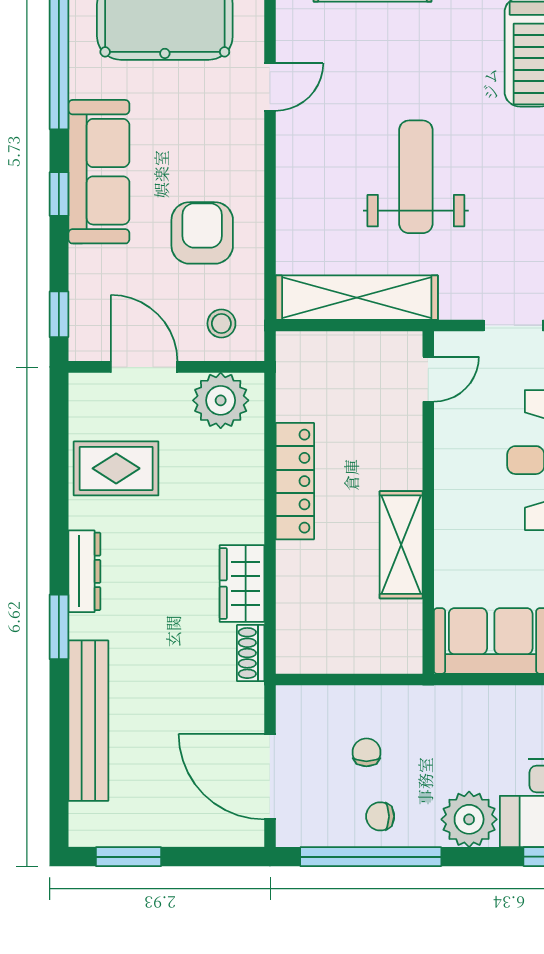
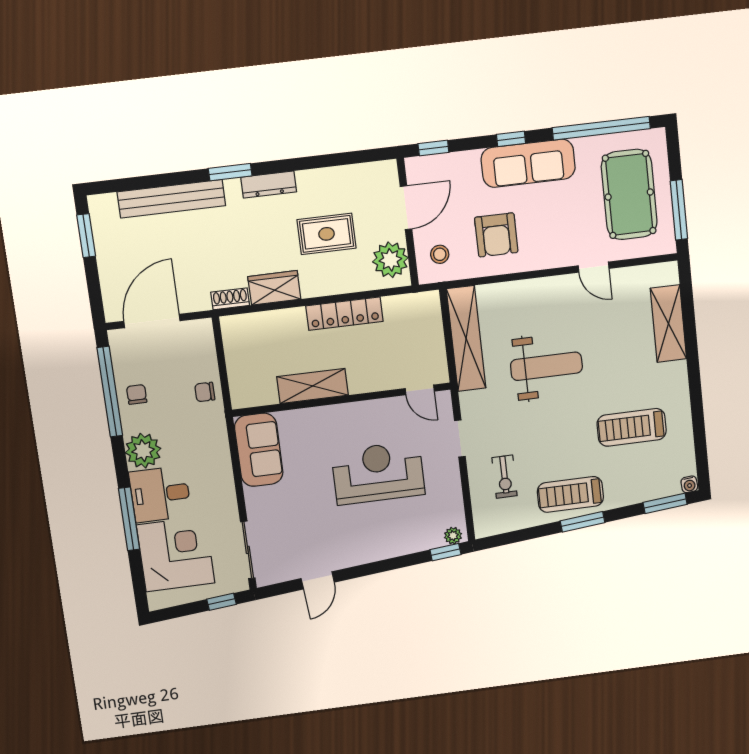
armchair: (202, 233) -> (496, 235), turned 90
rug: (116, 468) -> (327, 234), moved, turned 90
chair: (366, 752) -> (205, 392), moved, turned 180

